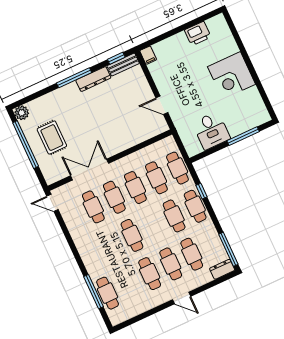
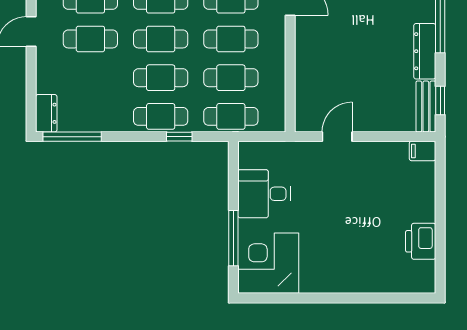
corner desk: (232, 75) -> (268, 263), moved
cafe table: (192, 254) -> (161, 39), moved

